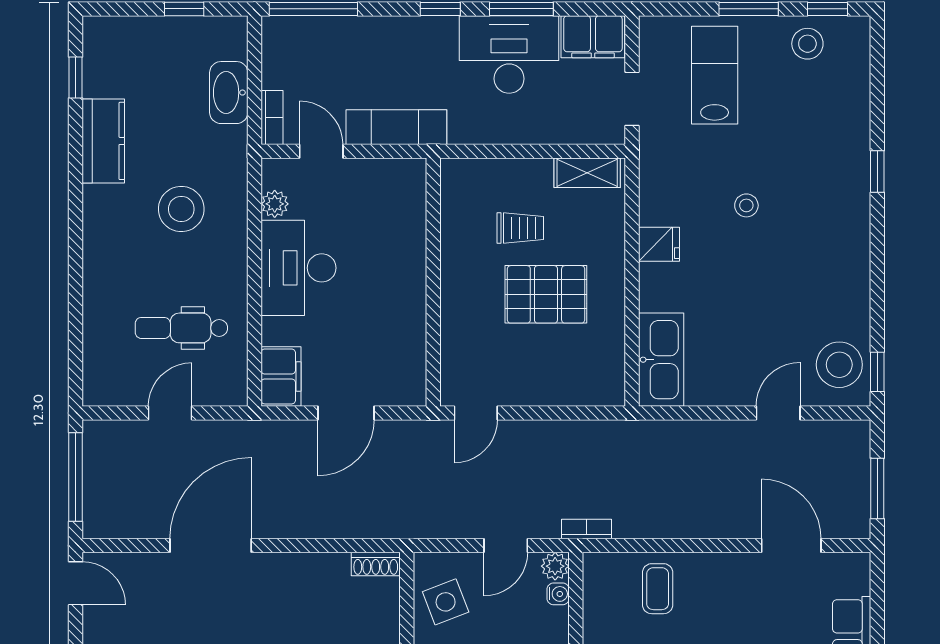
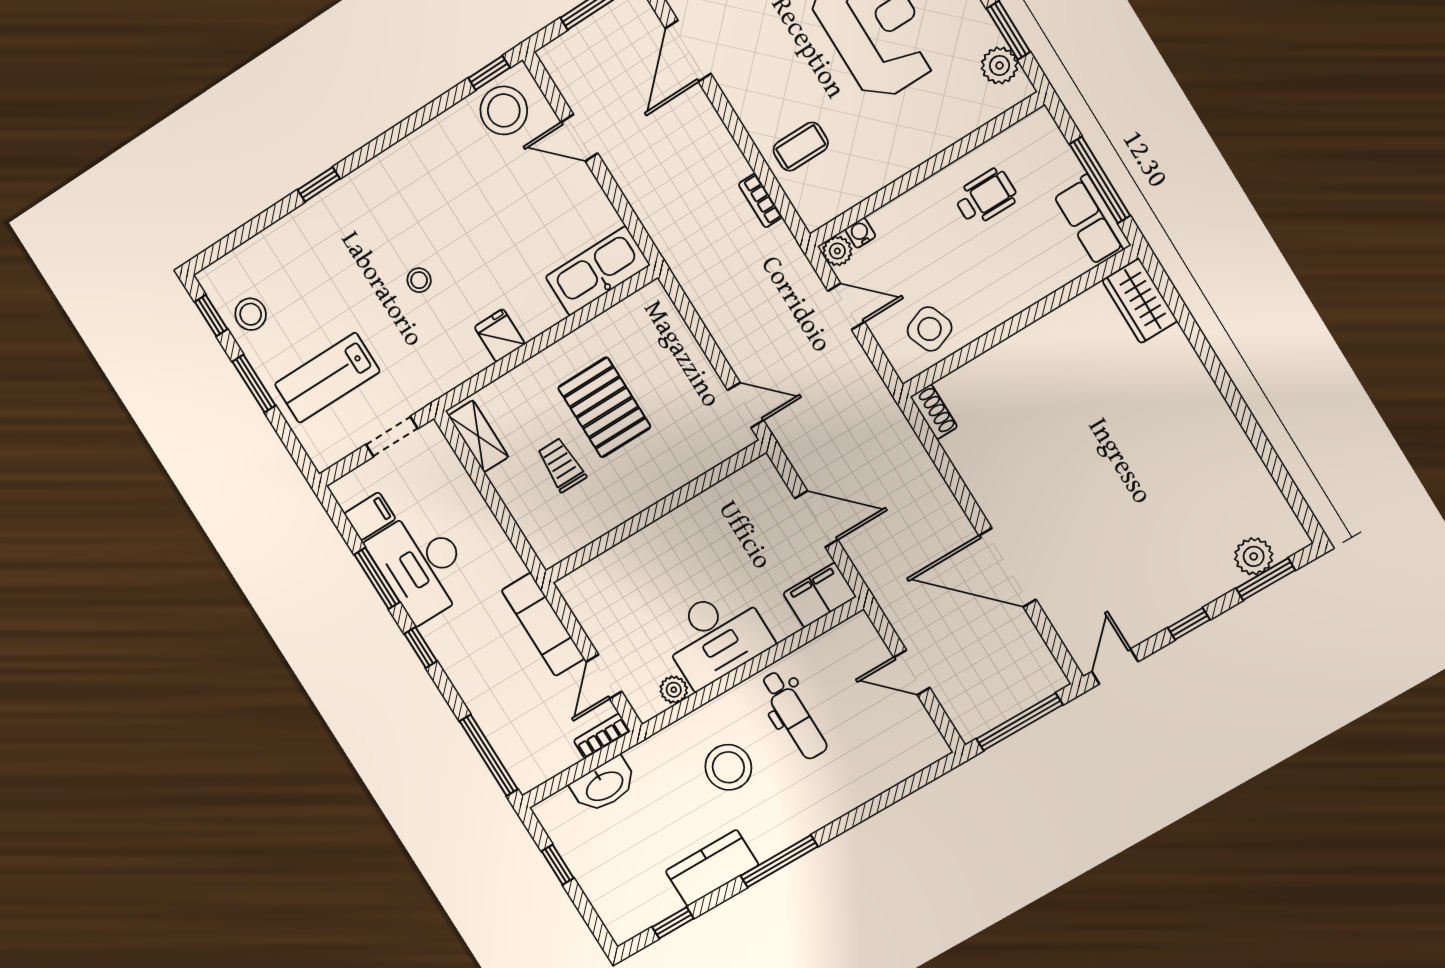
filing cabinet: (593, 37) -> (370, 516), width x0.50
window: (76, 202) -> (779, 861), added
dental chair: (181, 328) -> (794, 715), moved
bookcase: (587, 529) -> (760, 201), moved

